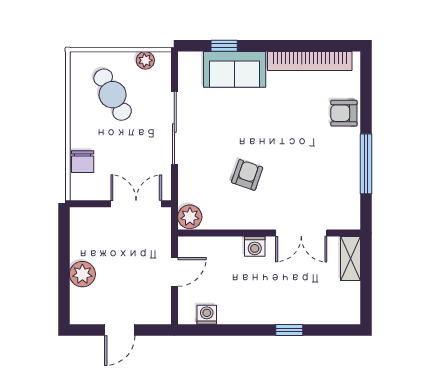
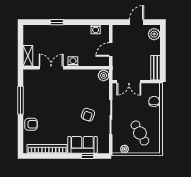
armchair: (247, 175) -> (88, 115), moved
bench: (80, 233) -> (156, 68), added
plant: (82, 274) -> (154, 34), moved

